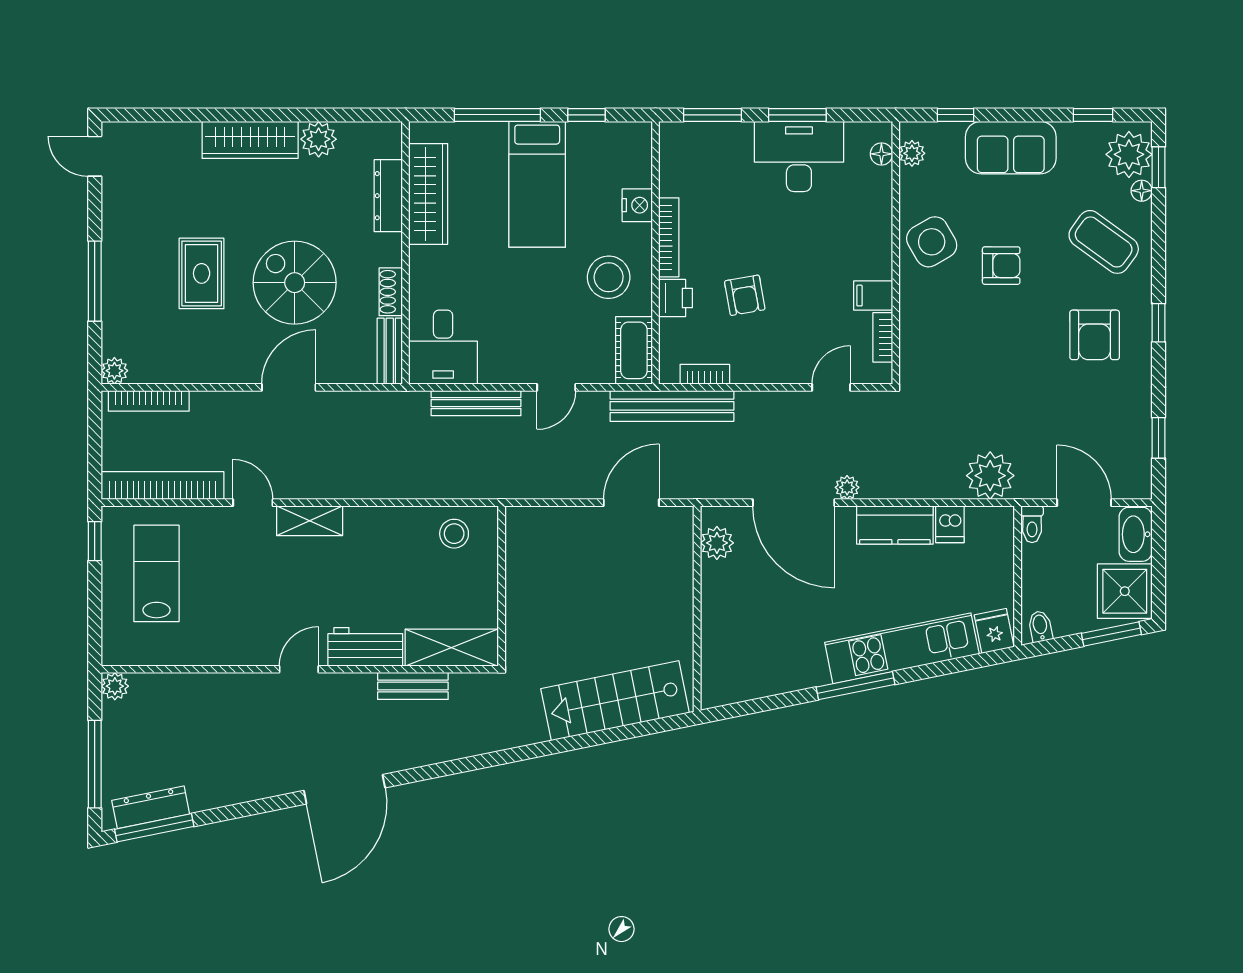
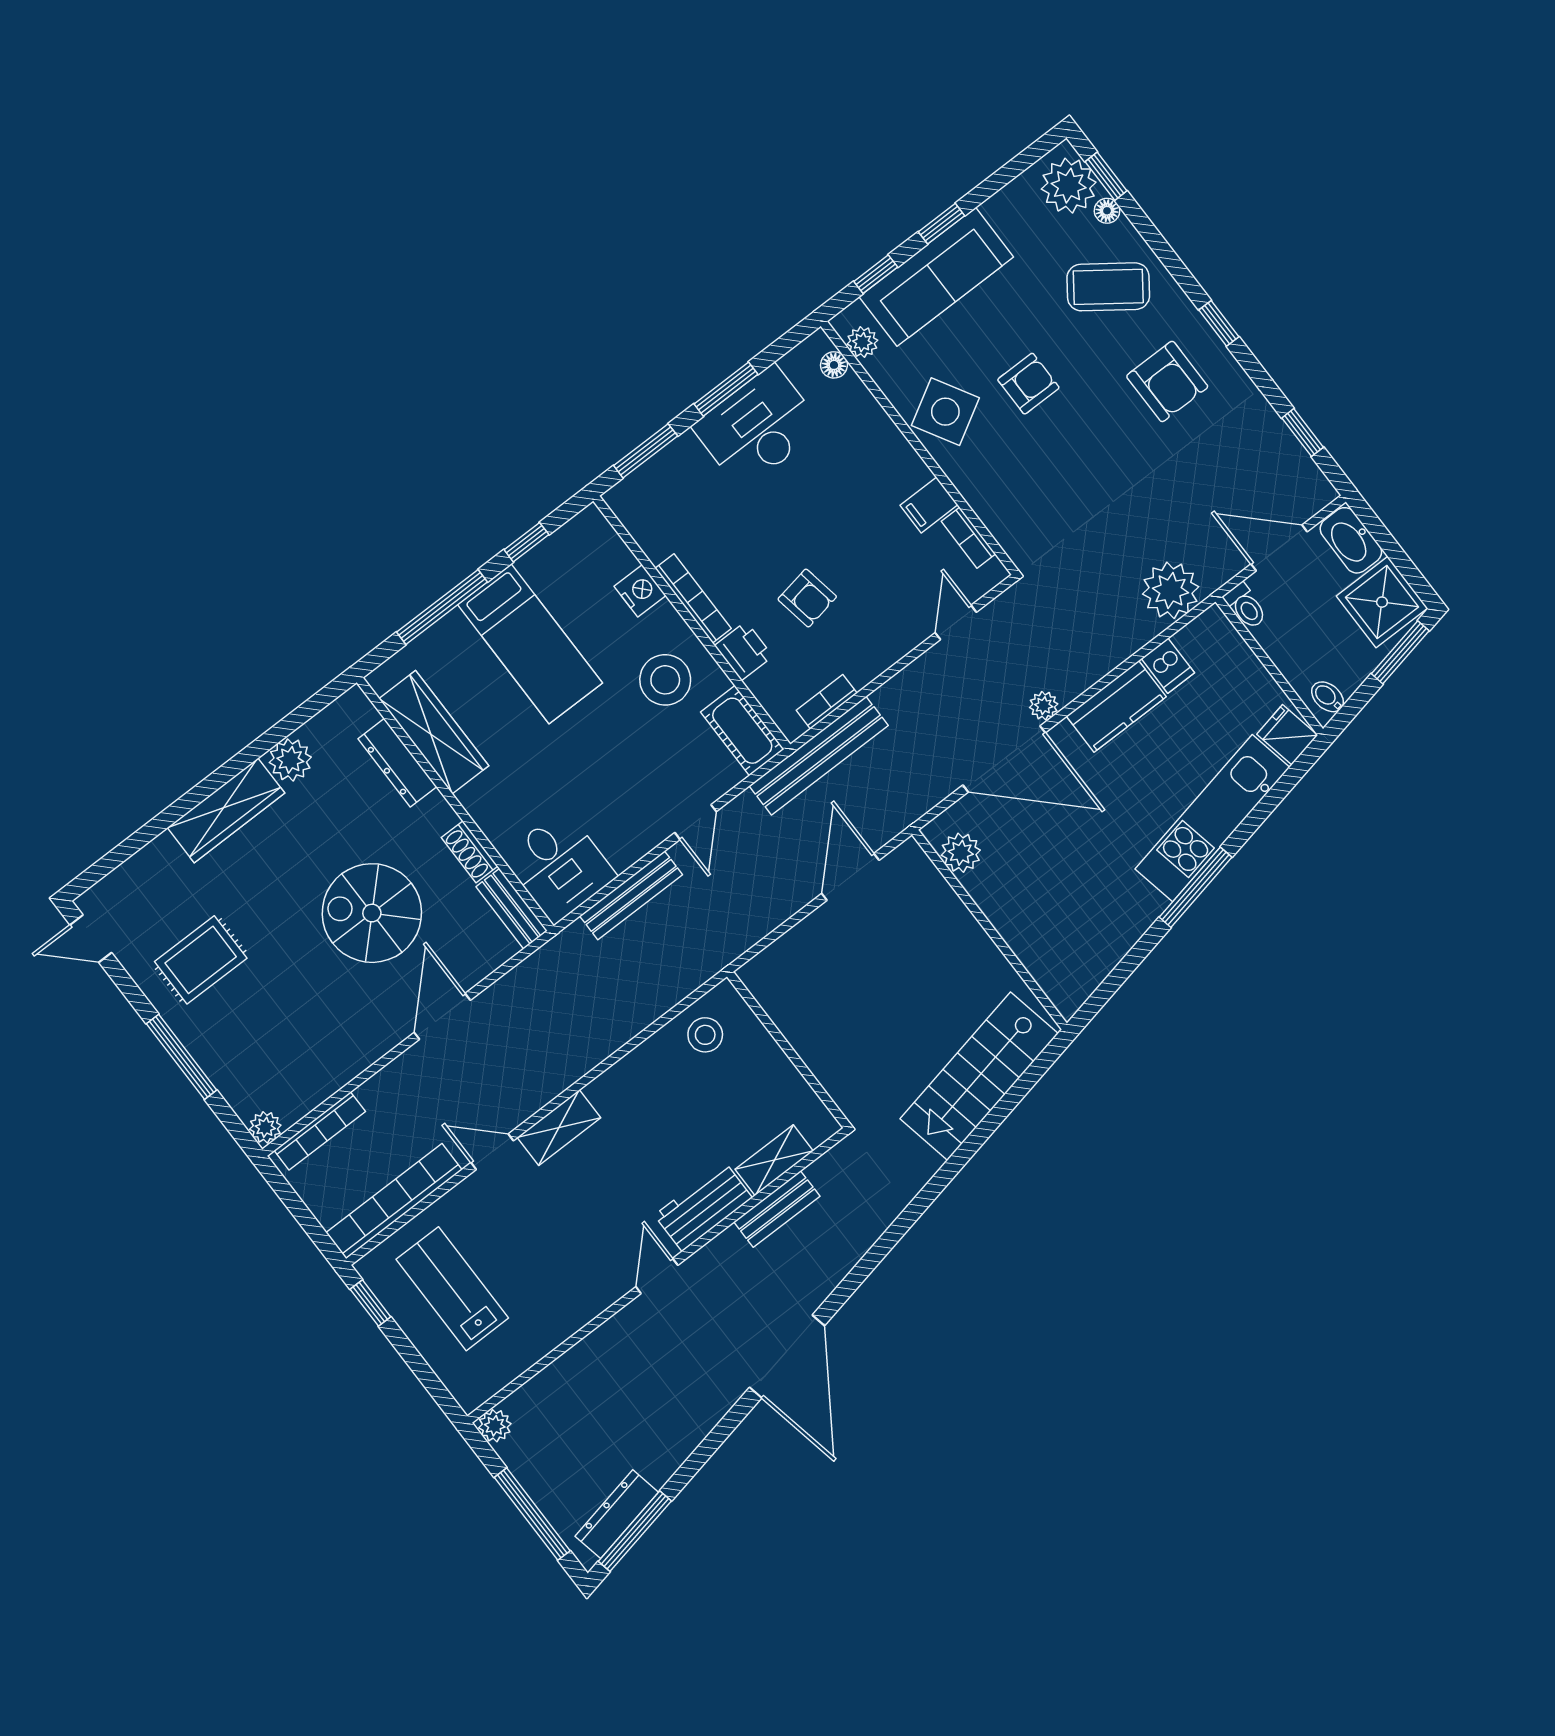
window: (1093, 115) -> (942, 224), moved
sofa: (1011, 148) -> (936, 277), width x1.36
rug: (202, 273) -> (201, 960), moved, turned 90
shelving: (451, 648) -> (774, 1160), width x0.67, depth x0.75

